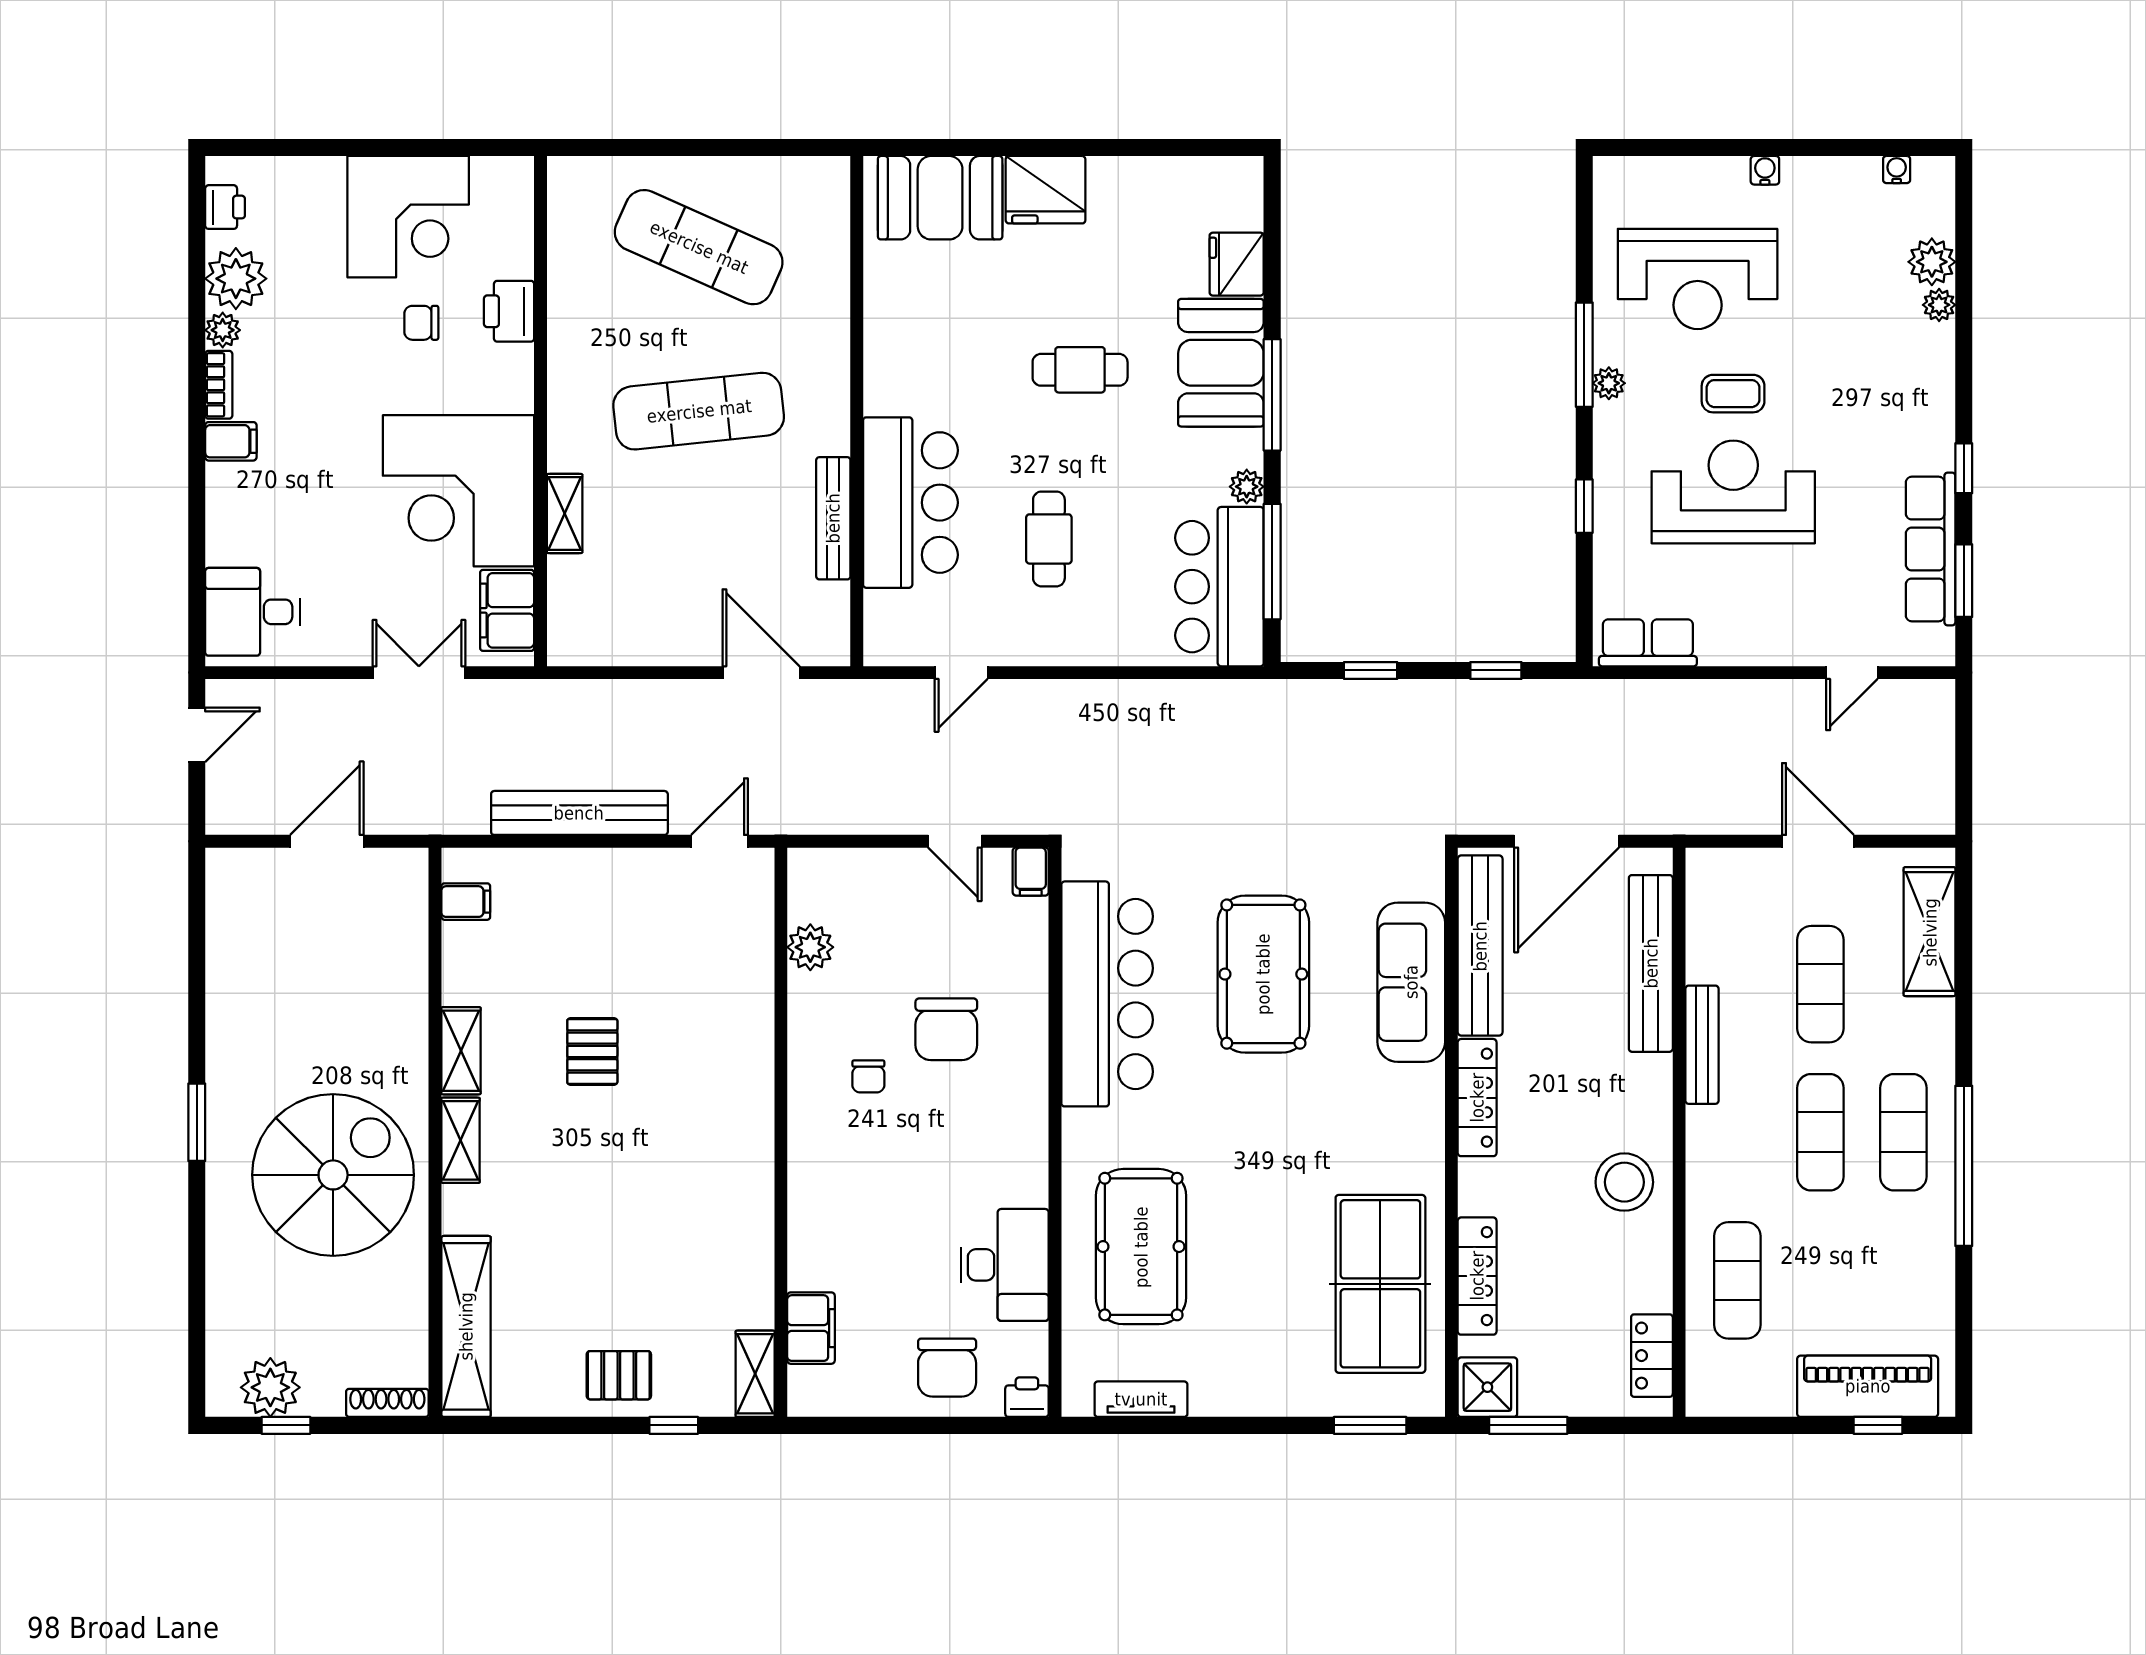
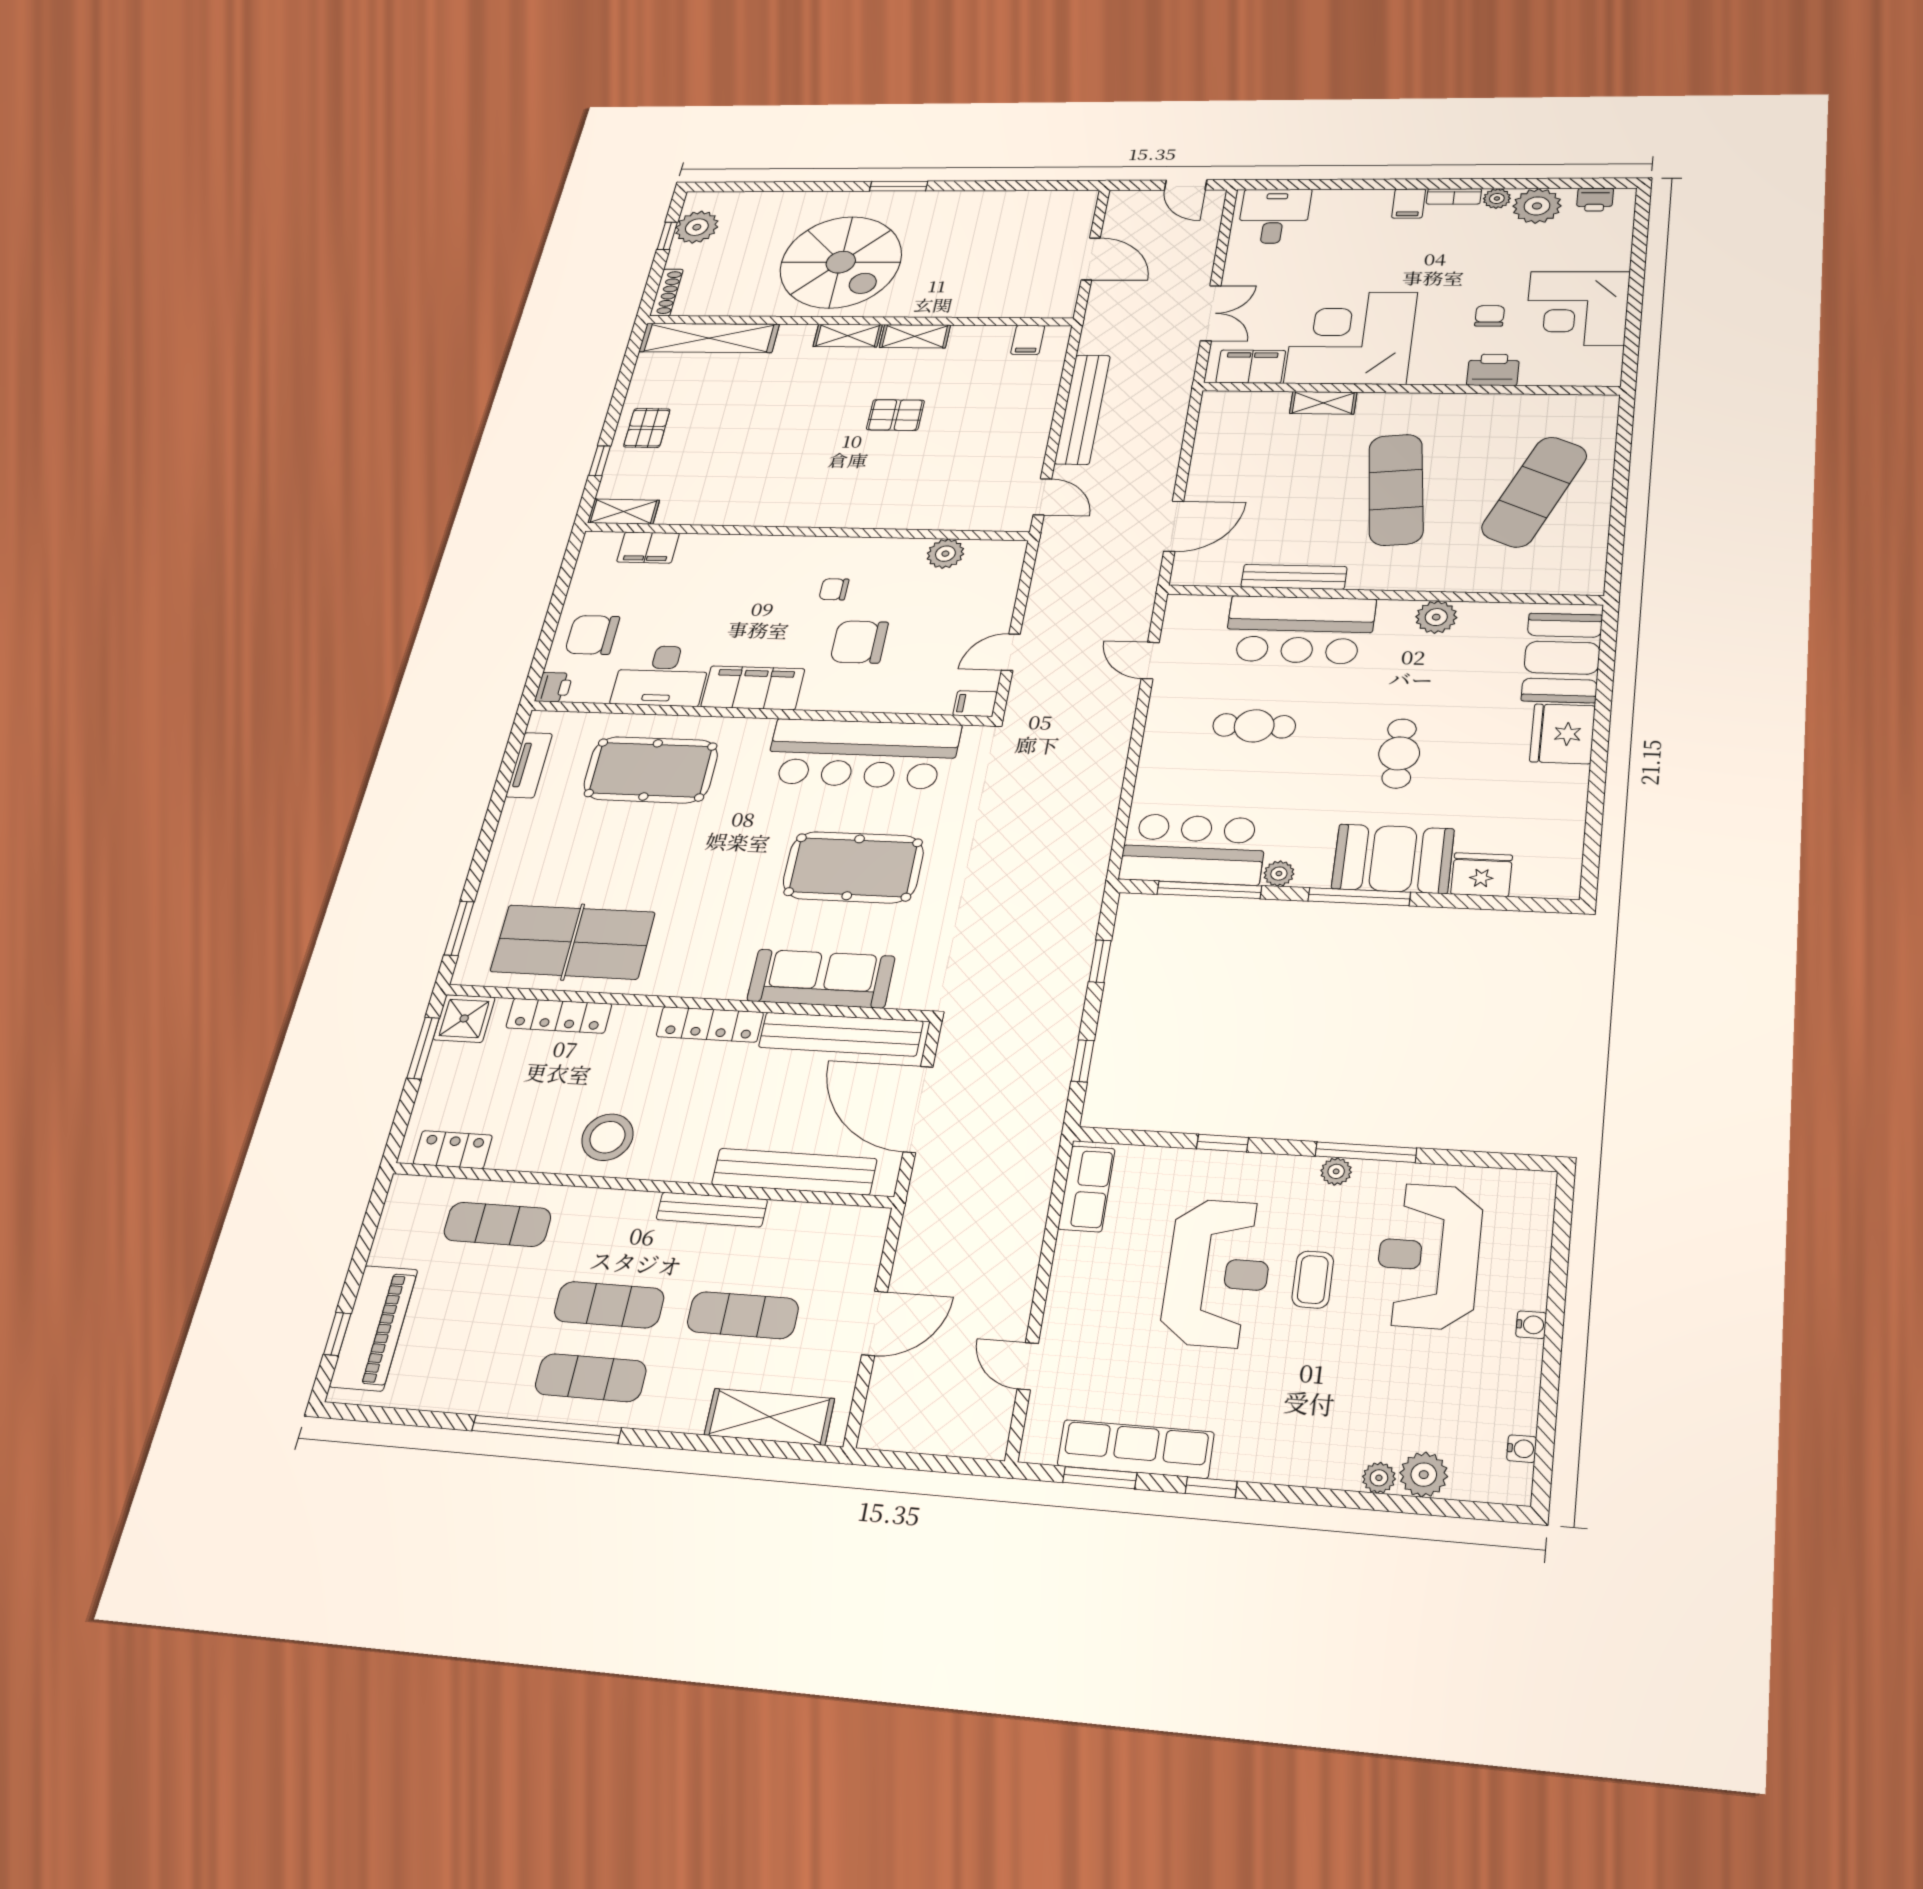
plant: (887, 346) -> (1436, 617), added
filing cabinet: (1018, 1147) -> (753, 688), added

